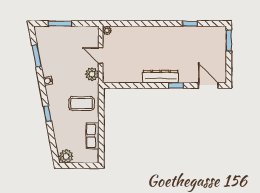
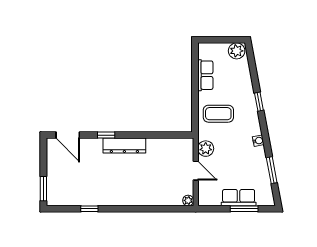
row of seats: (64, 33) -> (239, 198), added

